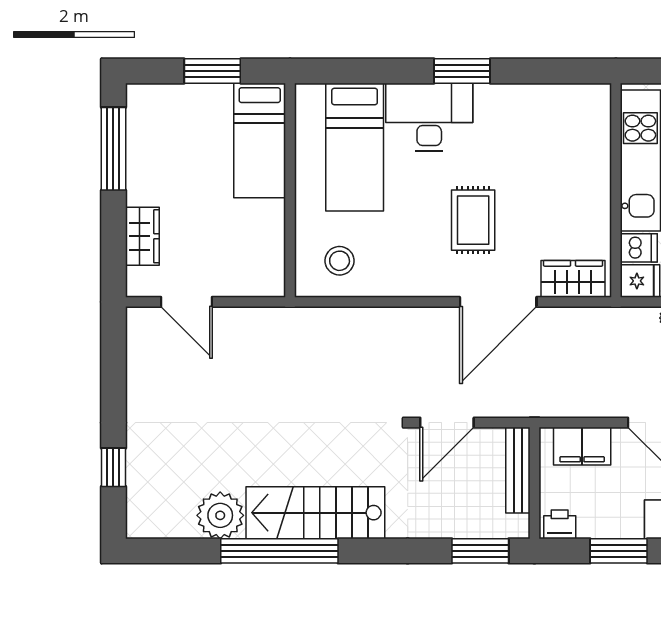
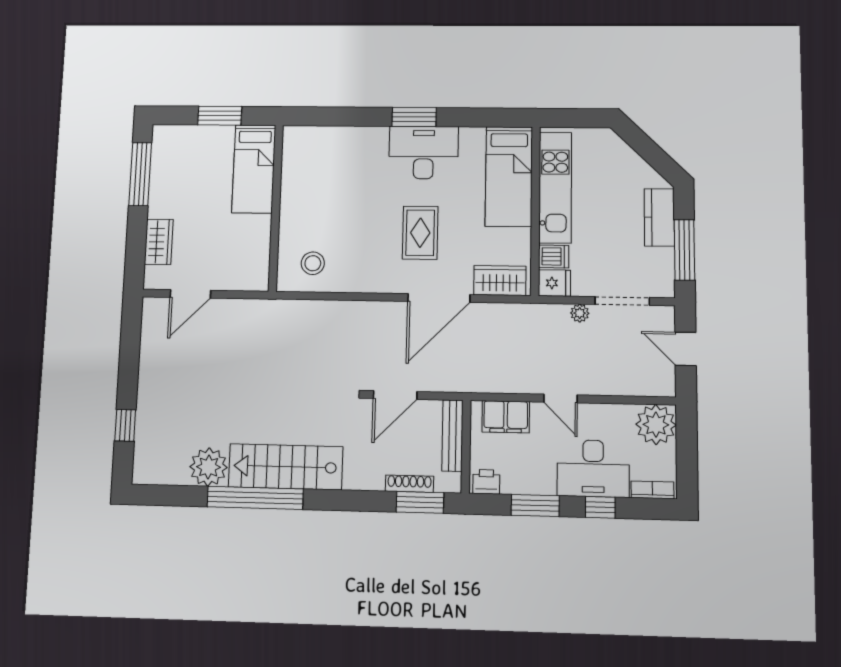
desk: (429, 117) -> (424, 152), moved
bed: (355, 147) -> (509, 176), moved
door: (186, 302) -> (190, 294), hinge flipped
shoe rack: (467, 529) -> (409, 484), added

